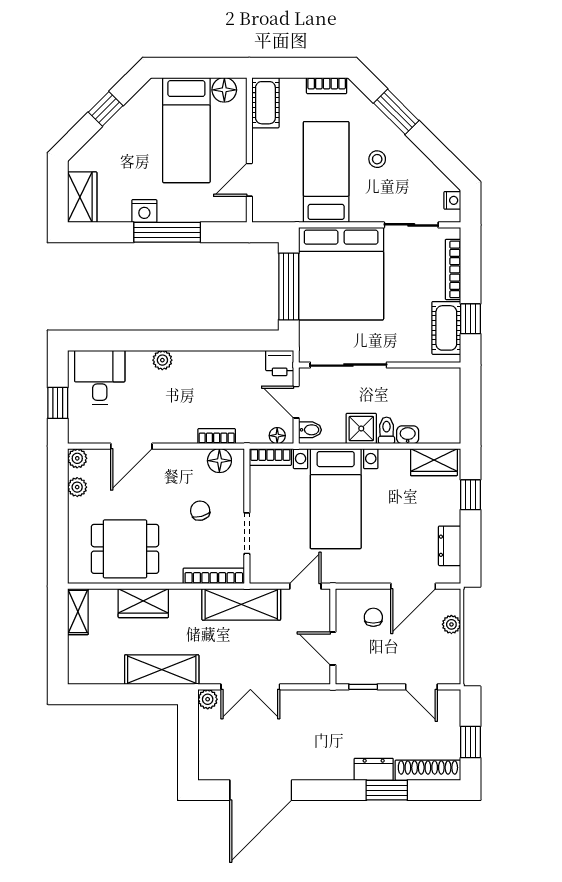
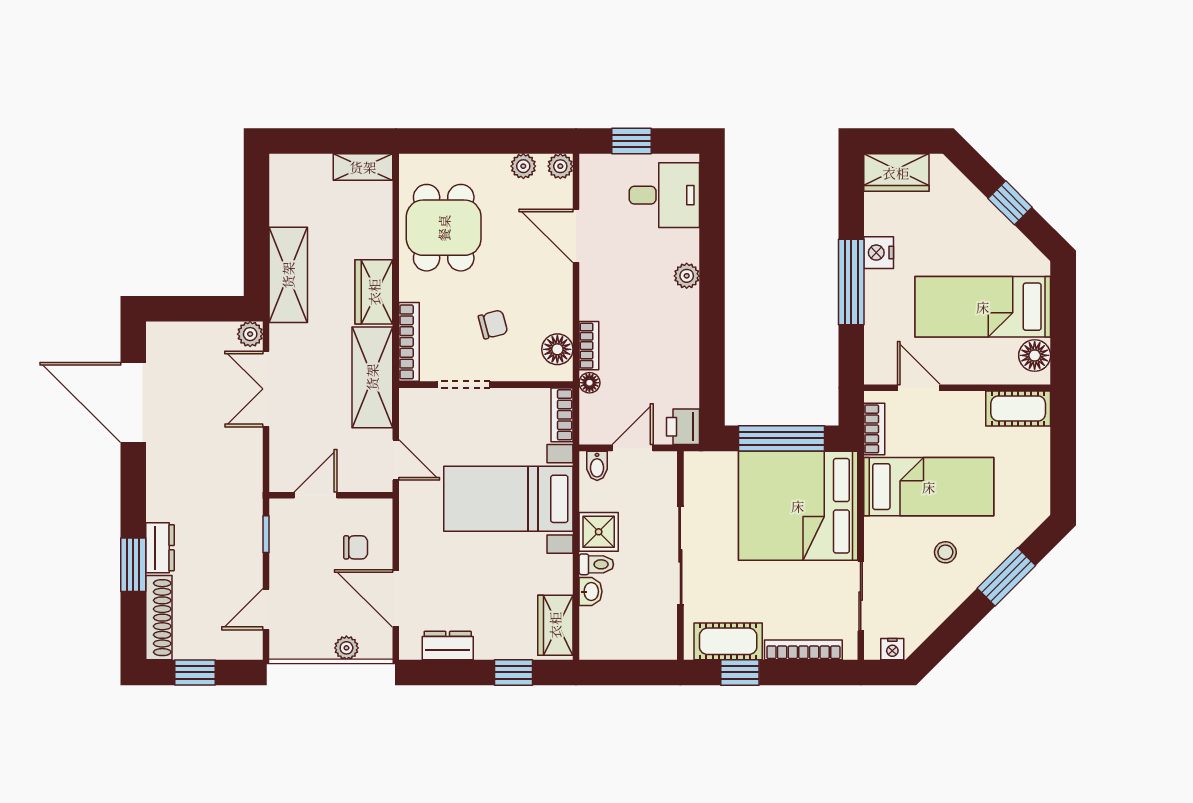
bookcase: (327, 86) -> (874, 429), moved, turned 180
sliding door: (348, 365) -> (680, 556), moved
floor lamp: (277, 436) -> (589, 383), moved
wardrobe: (143, 603) -> (374, 292), moved

